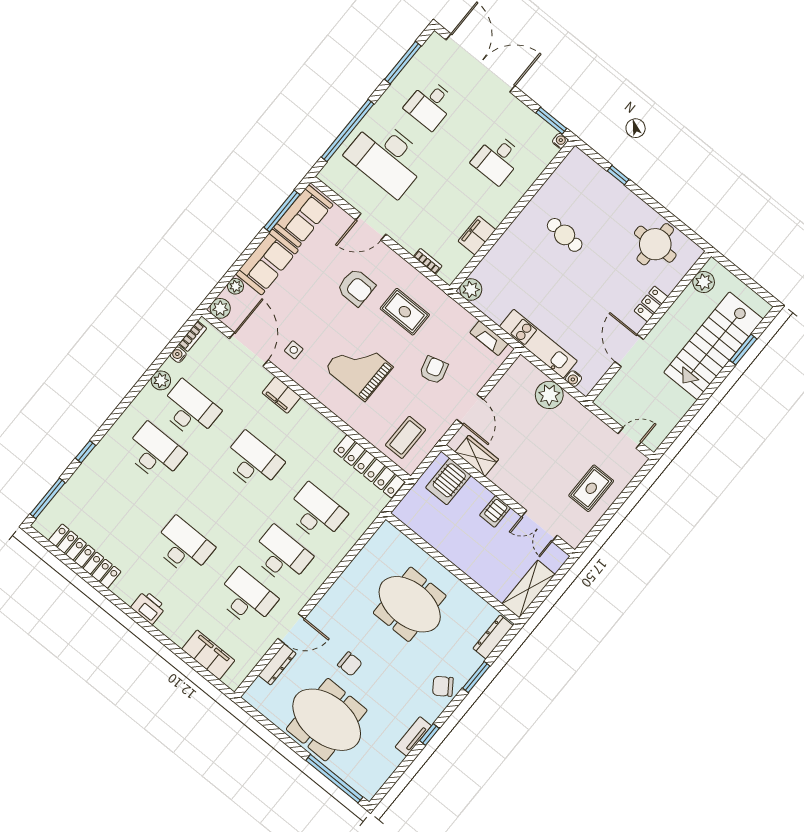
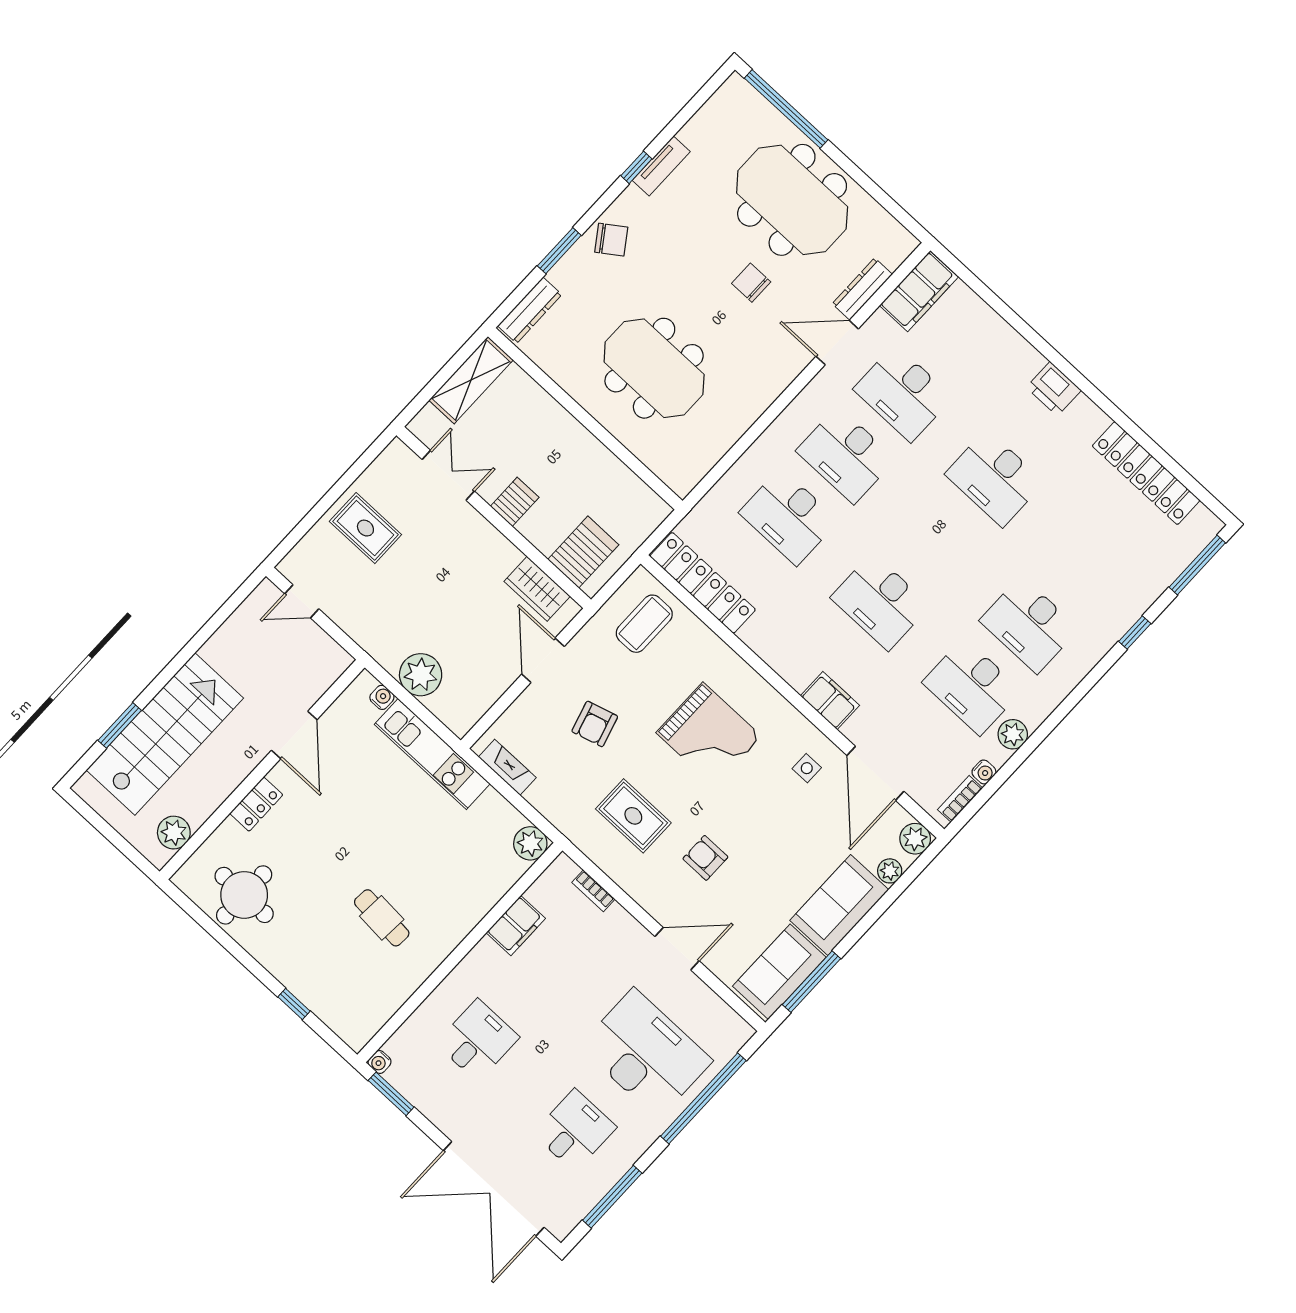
armchair: (356, 287) -> (705, 858), width x0.72, depth x0.72
rug: (591, 488) -> (365, 528), turned 90
filing cabinet: (208, 655) -> (919, 291), moved, turned -90

